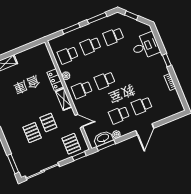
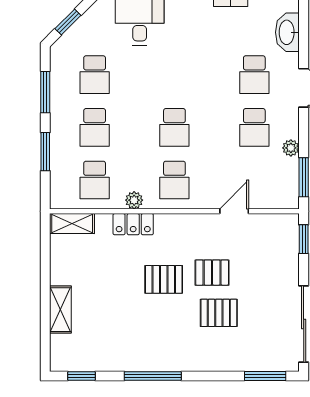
shelving: (64, 99) -> (72, 223), moved
washbasin: (103, 138) -> (287, 32), moved
pallet: (71, 144) -> (164, 279), moved

